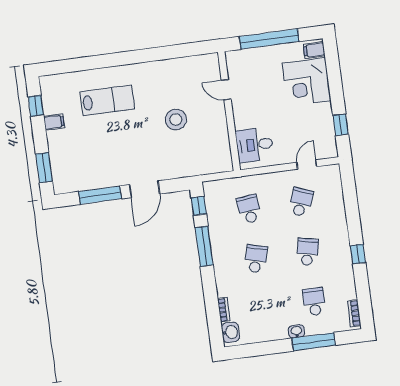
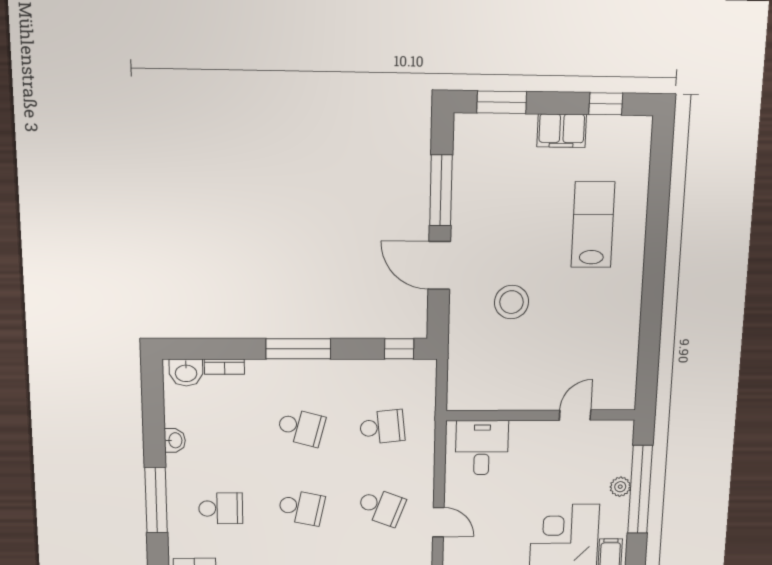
plant: (269, 52) -> (620, 487), added
lab bench: (107, 100) -> (593, 225), turned 180
stool: (176, 120) -> (511, 302), moved
filing cabinet: (54, 122) -> (562, 131), width x2.00
window: (204, 246) -> (298, 349), moved
washbasin: (296, 331) -> (175, 440), moved

